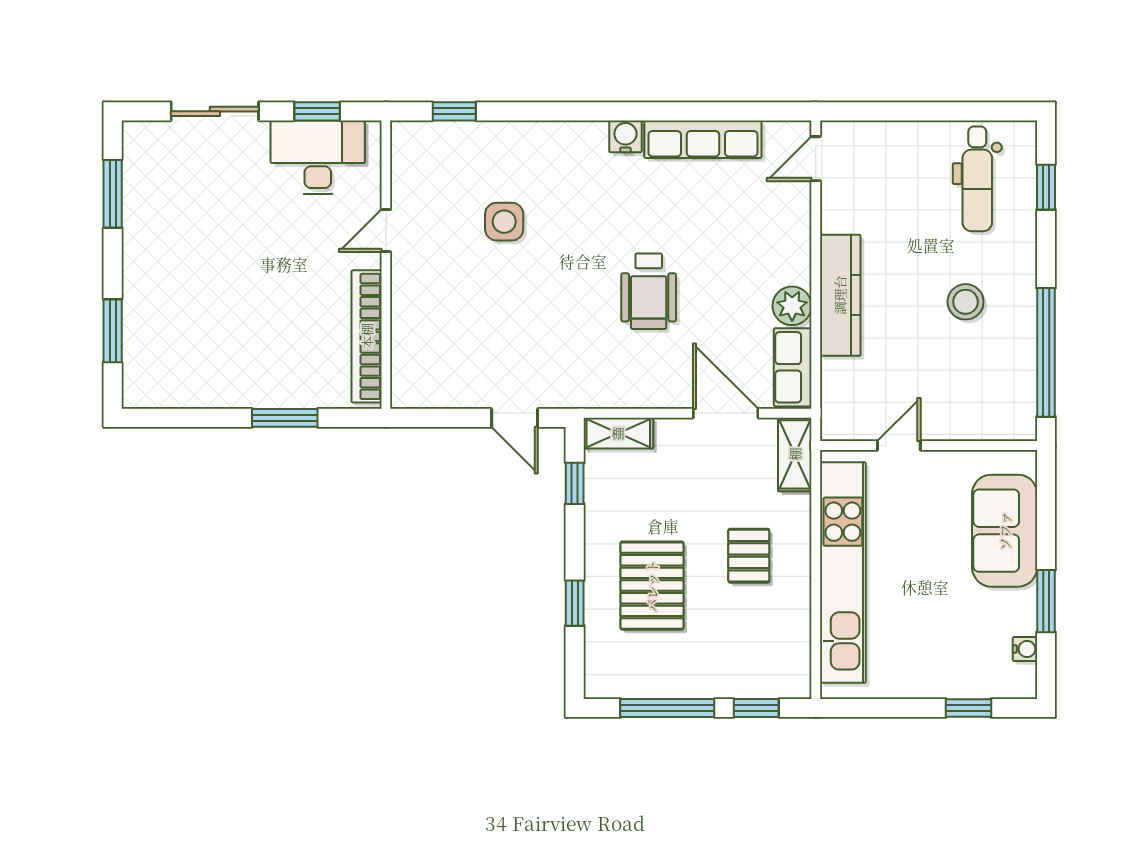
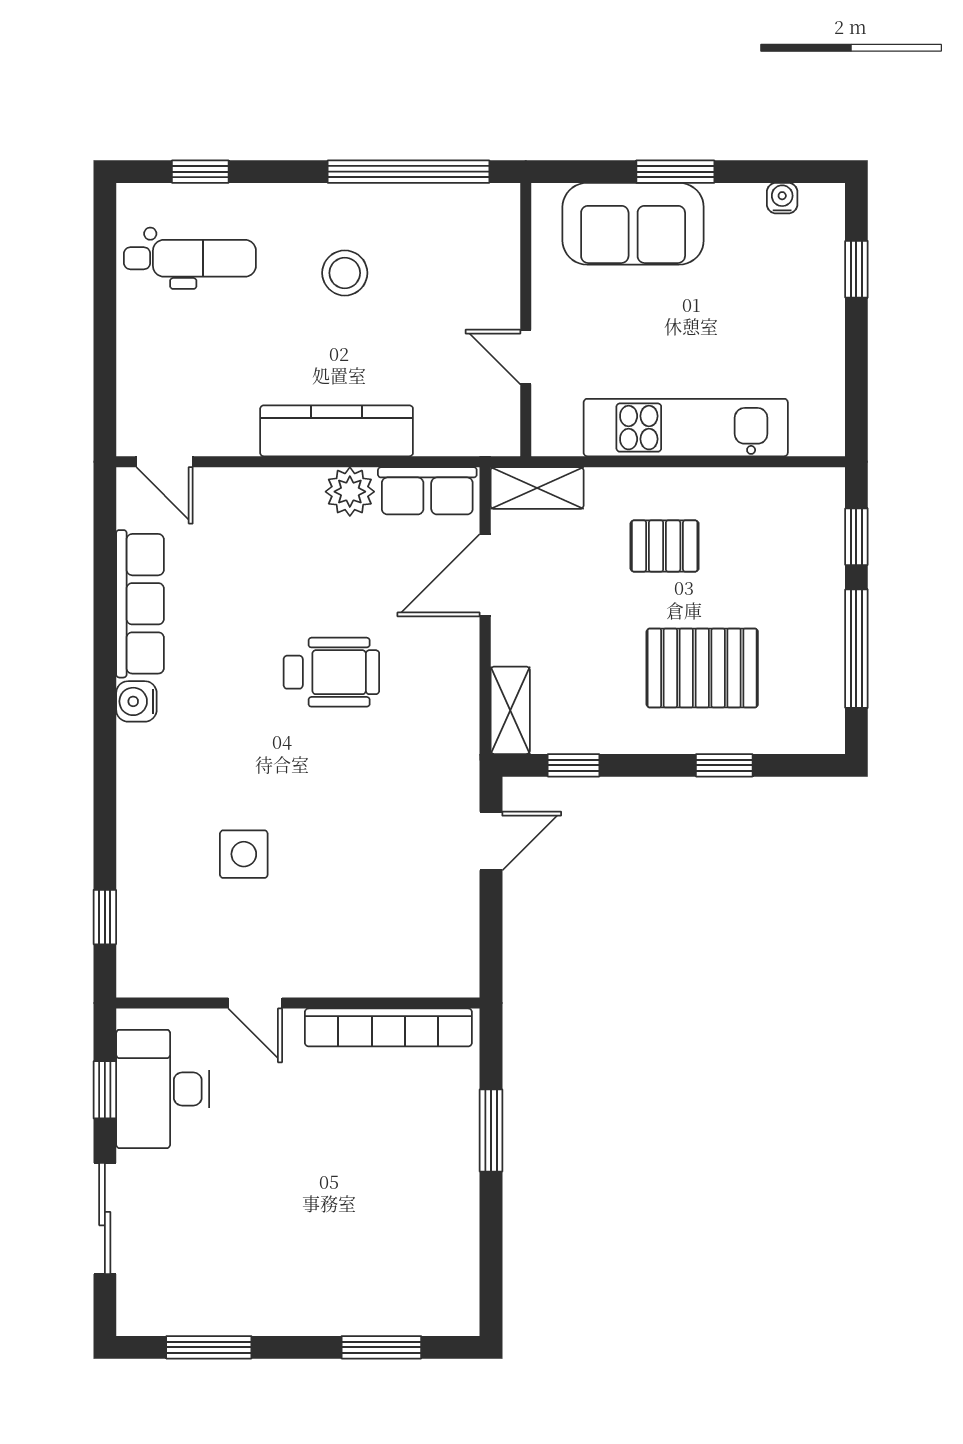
kitchen unit: (843, 572) -> (686, 428), width x0.73
window: (1046, 601) -> (675, 172), moved

